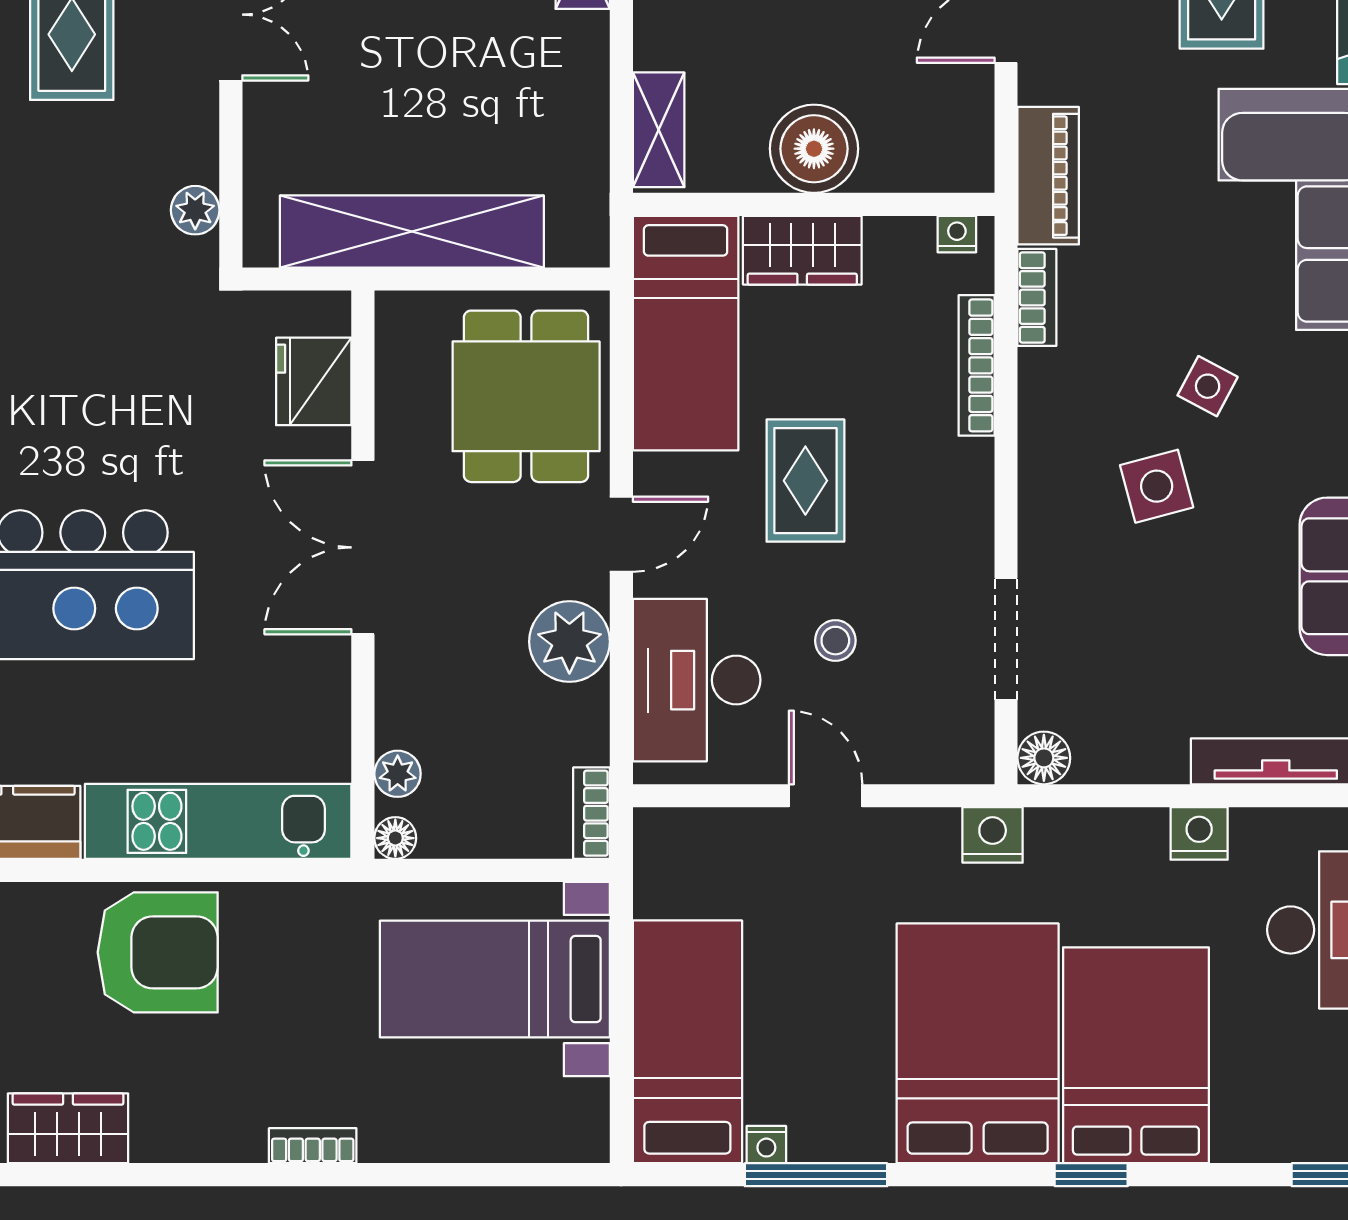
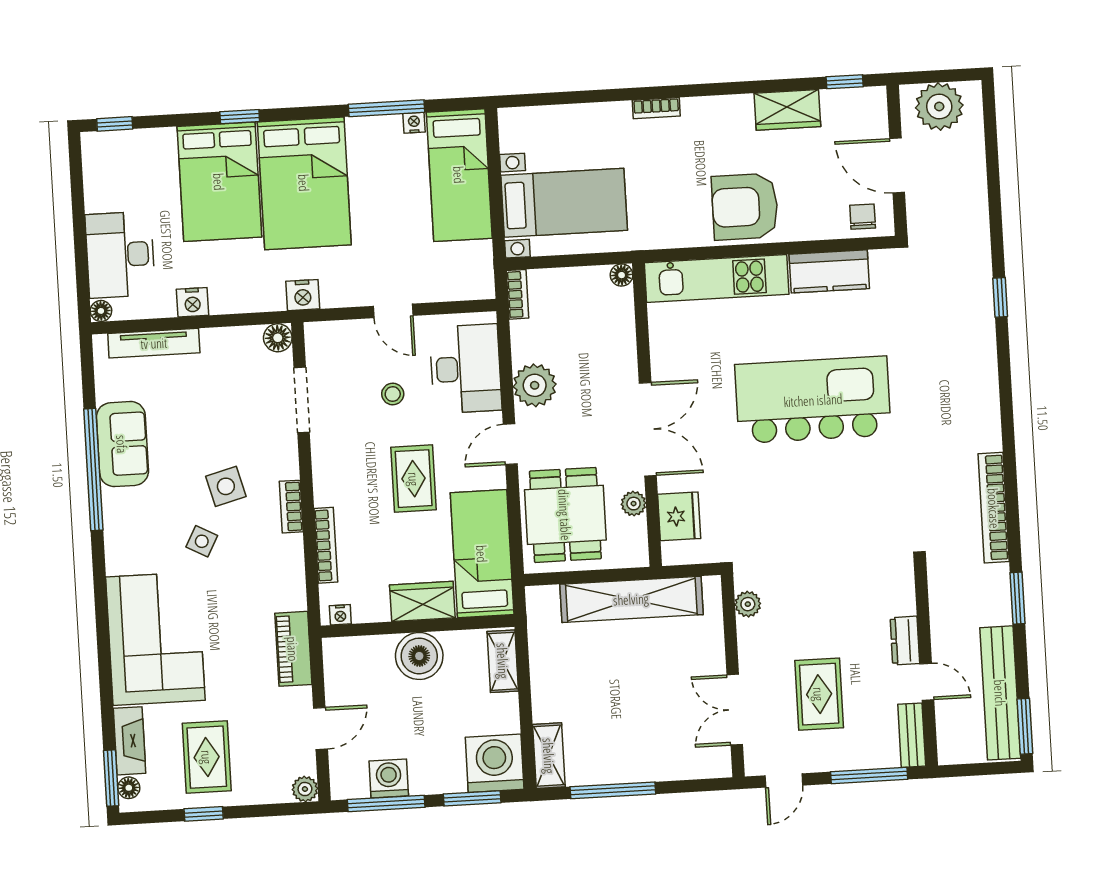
bookcase: (1037, 297) -> (291, 507), moved
plant: (398, 774) -> (634, 504), moved

